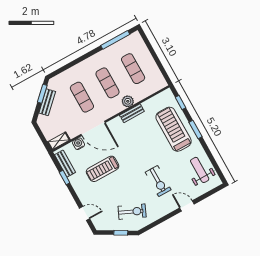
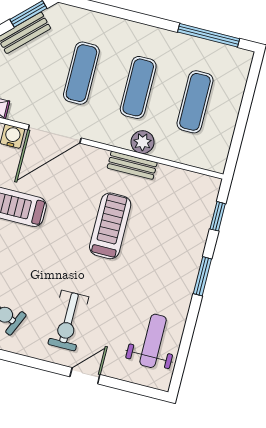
door: (93, 128) -> (55, 134), hinge flipped
treadmill: (174, 129) -> (110, 226), moved, width x0.73, depth x0.73
exercise bike: (158, 181) -> (68, 321), moved
door: (187, 206) -> (85, 376), hinge flipped

